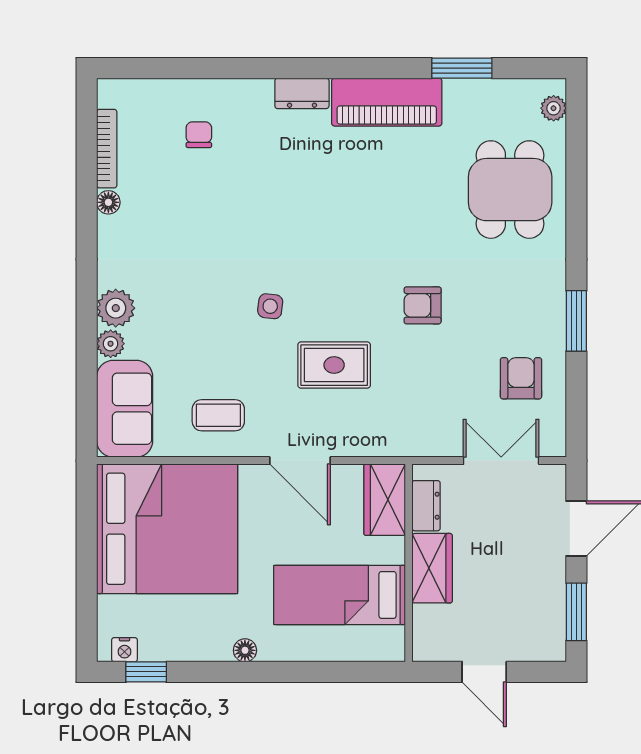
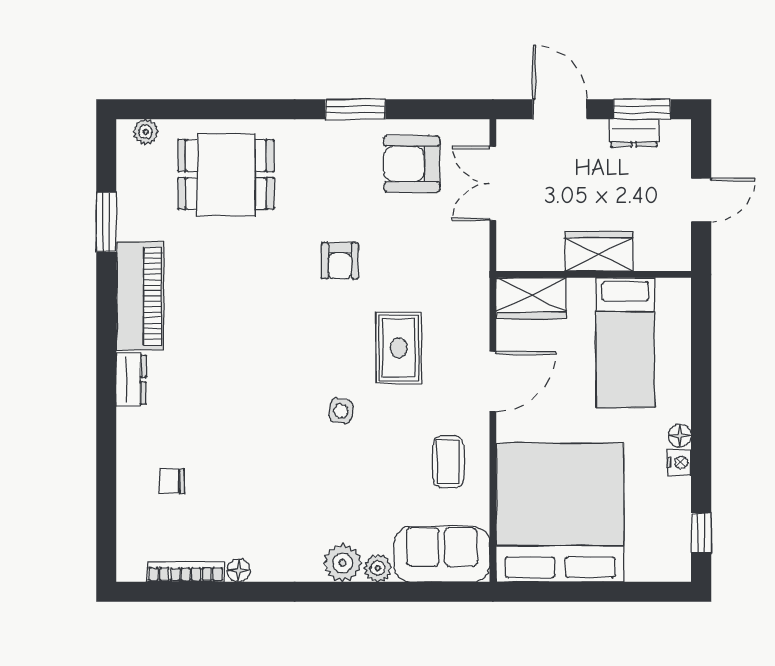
armchair: (521, 378) -> (412, 164), width x1.38, depth x1.38
dresser: (426, 506) -> (634, 133), moved, turned 180
nightstand: (124, 650) -> (679, 462), moved

